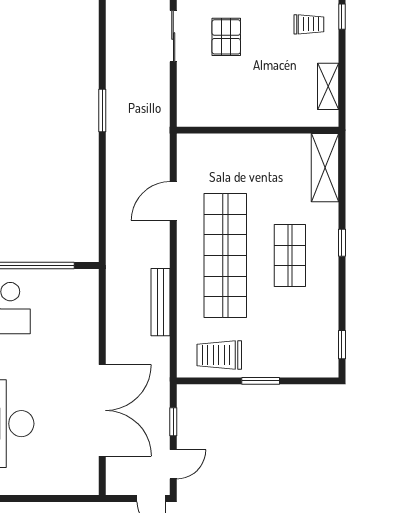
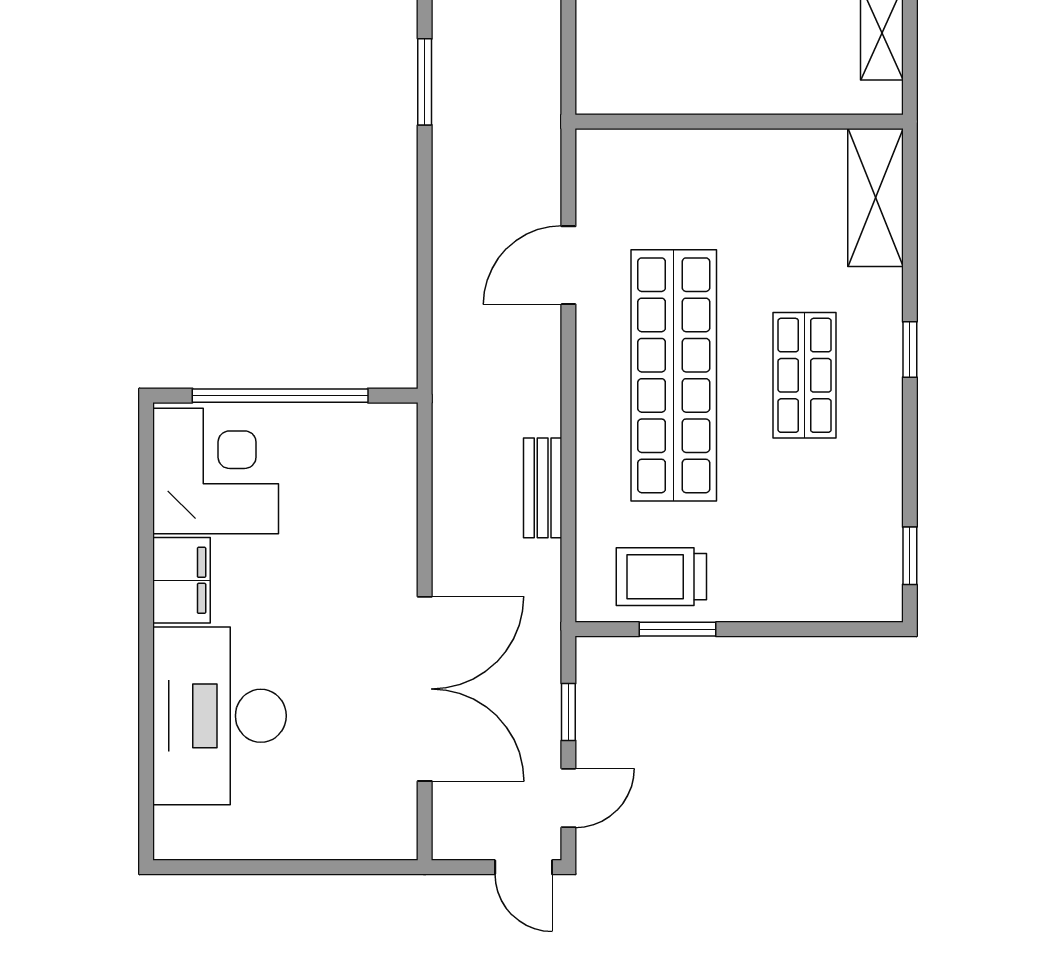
bench: (161, 302) -> (543, 488), width x0.73
window: (261, 381) -> (677, 629), moved

